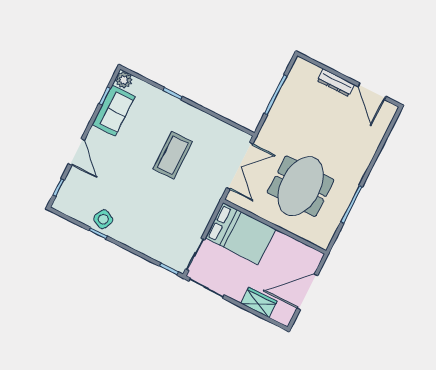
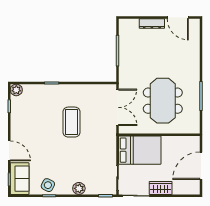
sofa: (114, 111) -> (20, 179), moved
plant: (140, 243) -> (79, 188), added
wardrobe: (259, 302) -> (161, 188), moved

